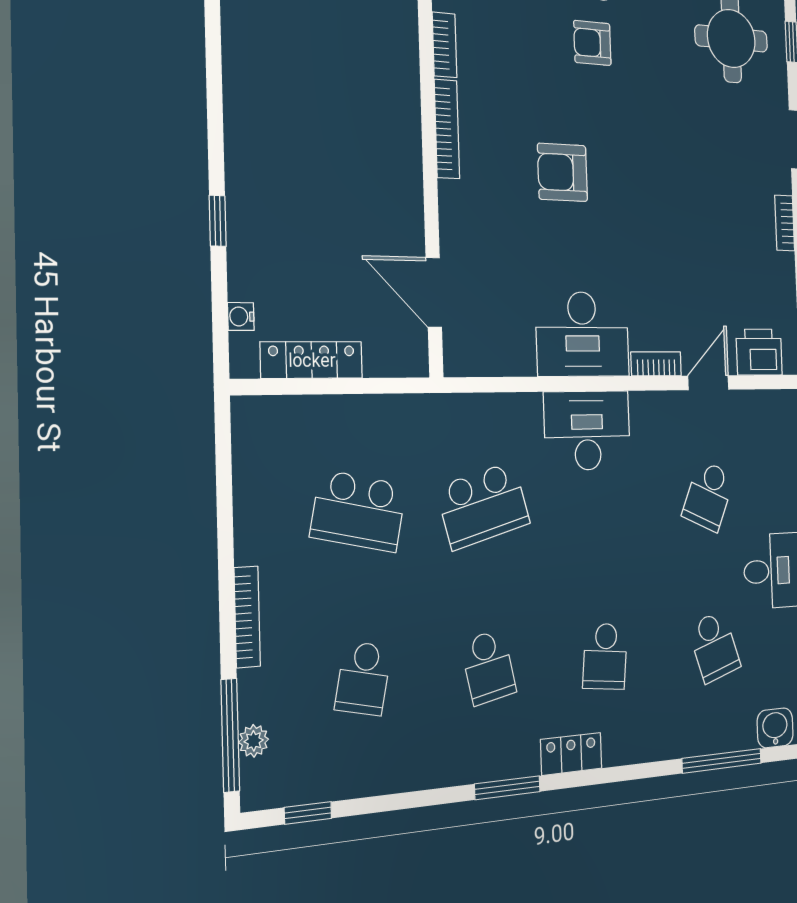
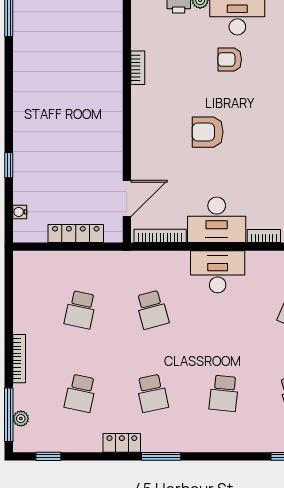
bookcase: (447, 129) -> (160, 236), moved, turned -90
door: (434, 293) -> (127, 198), swing flipped
locker: (312, 360) -> (76, 233), moved
school desk: (483, 506) -> (152, 310), width x0.54
school desk: (358, 511) -> (80, 310), width x0.54
locker: (571, 754) -> (122, 443), moved

